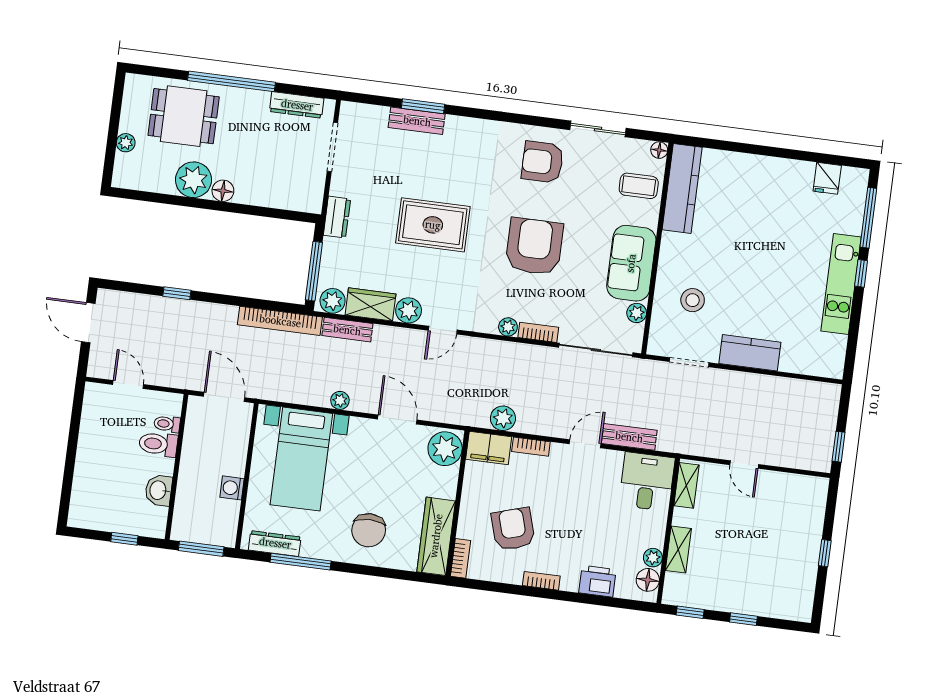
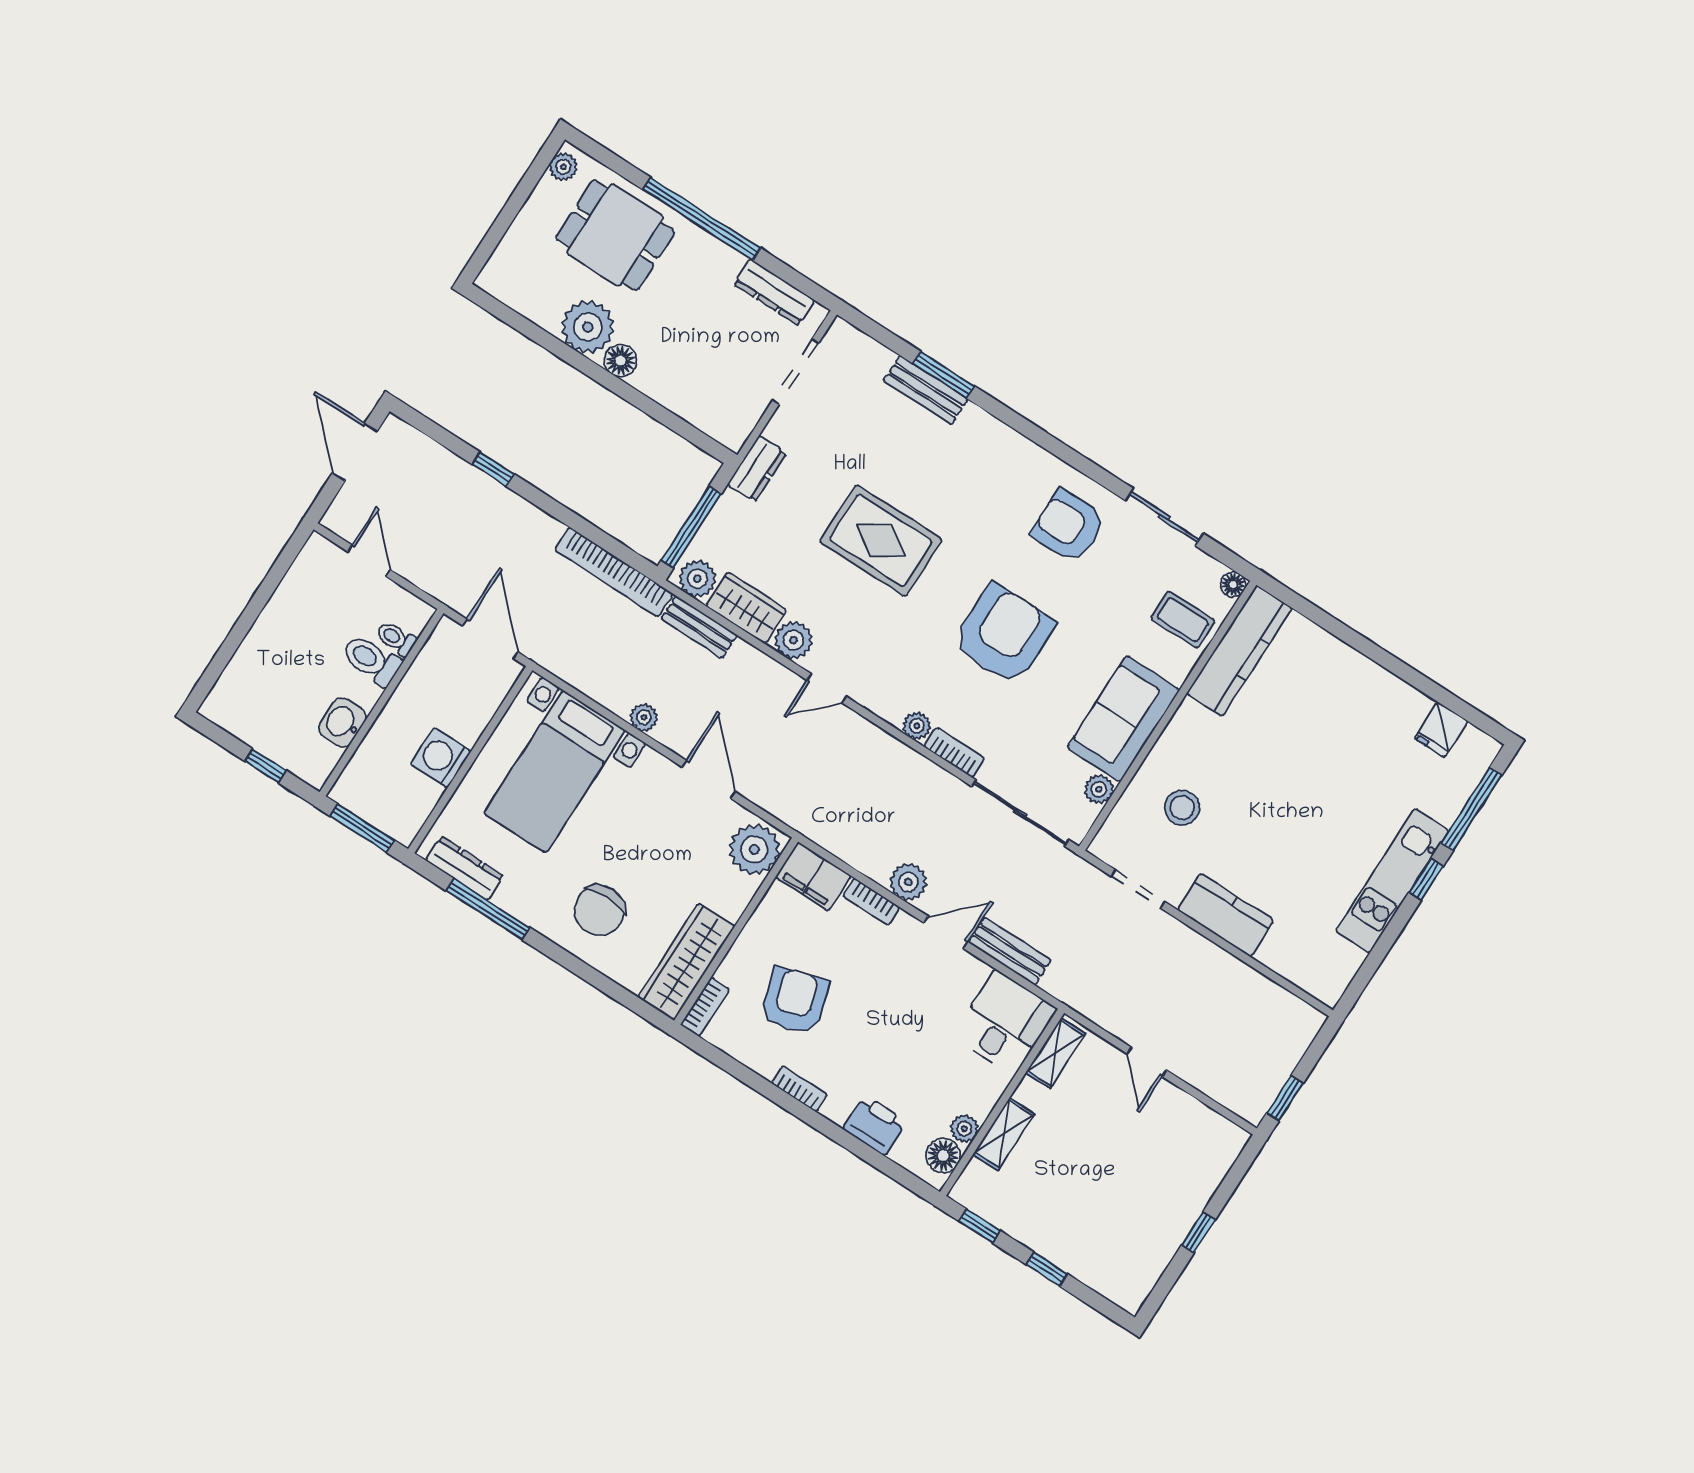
plant: (126, 143) -> (563, 167), moved
plant: (503, 418) -> (908, 882), moved
washing machine: (232, 488) -> (441, 758), width x1.38, depth x1.38

